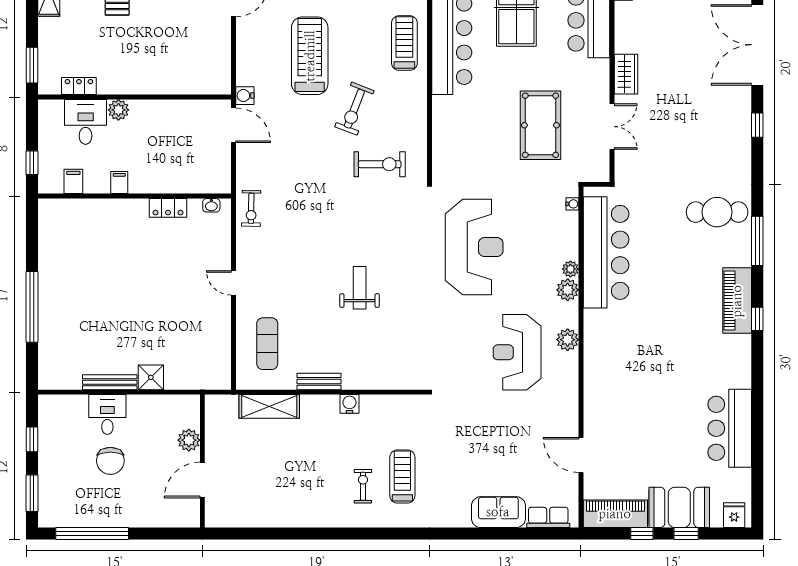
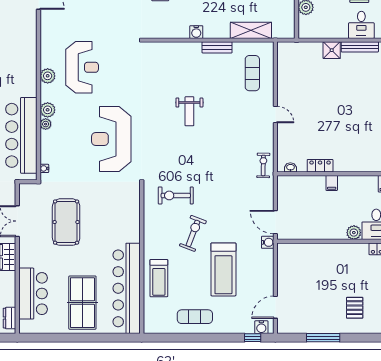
filing cabinet: (119, 183) -> (332, 183), moved

